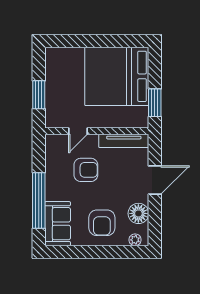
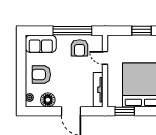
window: (39, 95) -> (142, 31), moved
armchair: (86, 170) -> (80, 48), moved
window: (39, 200) -> (72, 31), moved

